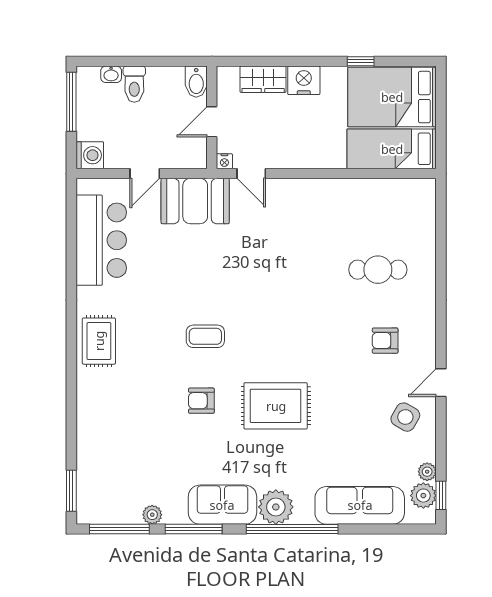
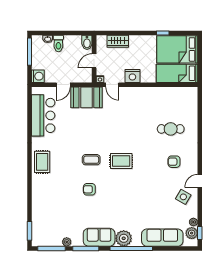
nightstand: (304, 80) -> (132, 76), moved, turned 180
rug: (276, 406) -> (121, 161), moved, width x0.73, depth x0.70

